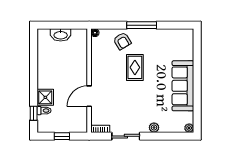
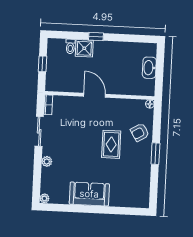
window: (142, 25) -> (155, 154), width x0.69
rug: (135, 67) -> (111, 144), turned 90
sofa: (183, 86) -> (89, 194), width x0.73
door: (89, 96) -> (95, 95), moved
window: (34, 113) -> (96, 37), moved

